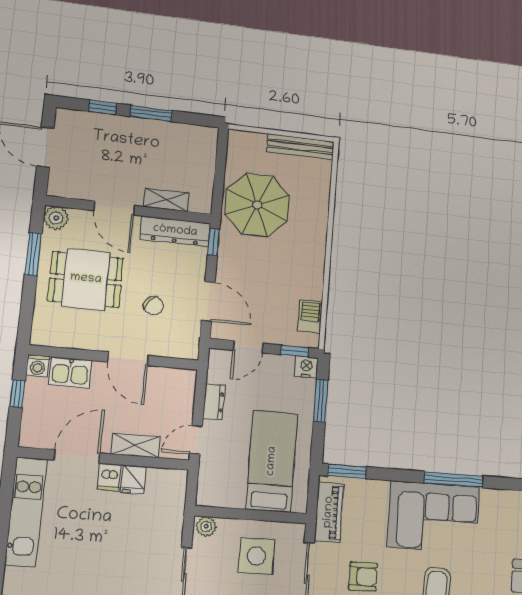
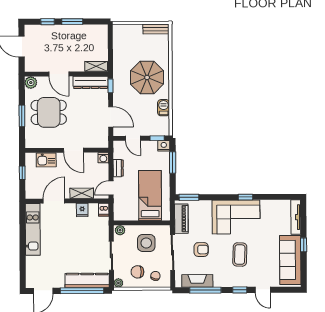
bench: (300, 147) -> (156, 29), width x0.73
shelving: (166, 200) -> (96, 66), moved
parasol: (257, 205) -> (147, 77), moved
window: (33, 254) -> (22, 116), moved
chair: (153, 306) -> (83, 122), removed
barbecue: (310, 317) -> (164, 108), moved
door: (248, 347) -> (133, 138), hinge flipped
washing machine: (38, 366) -> (103, 158), moved
dishwasher: (109, 477) -> (104, 210), moved
window: (454, 479) -> (245, 197), width x0.46

